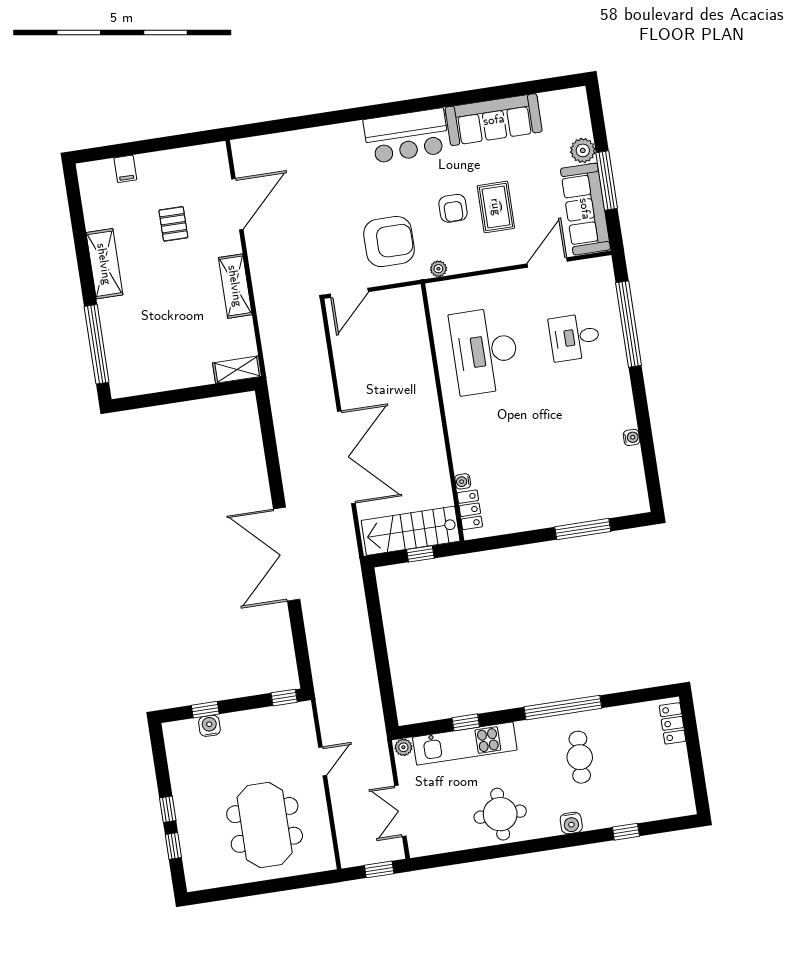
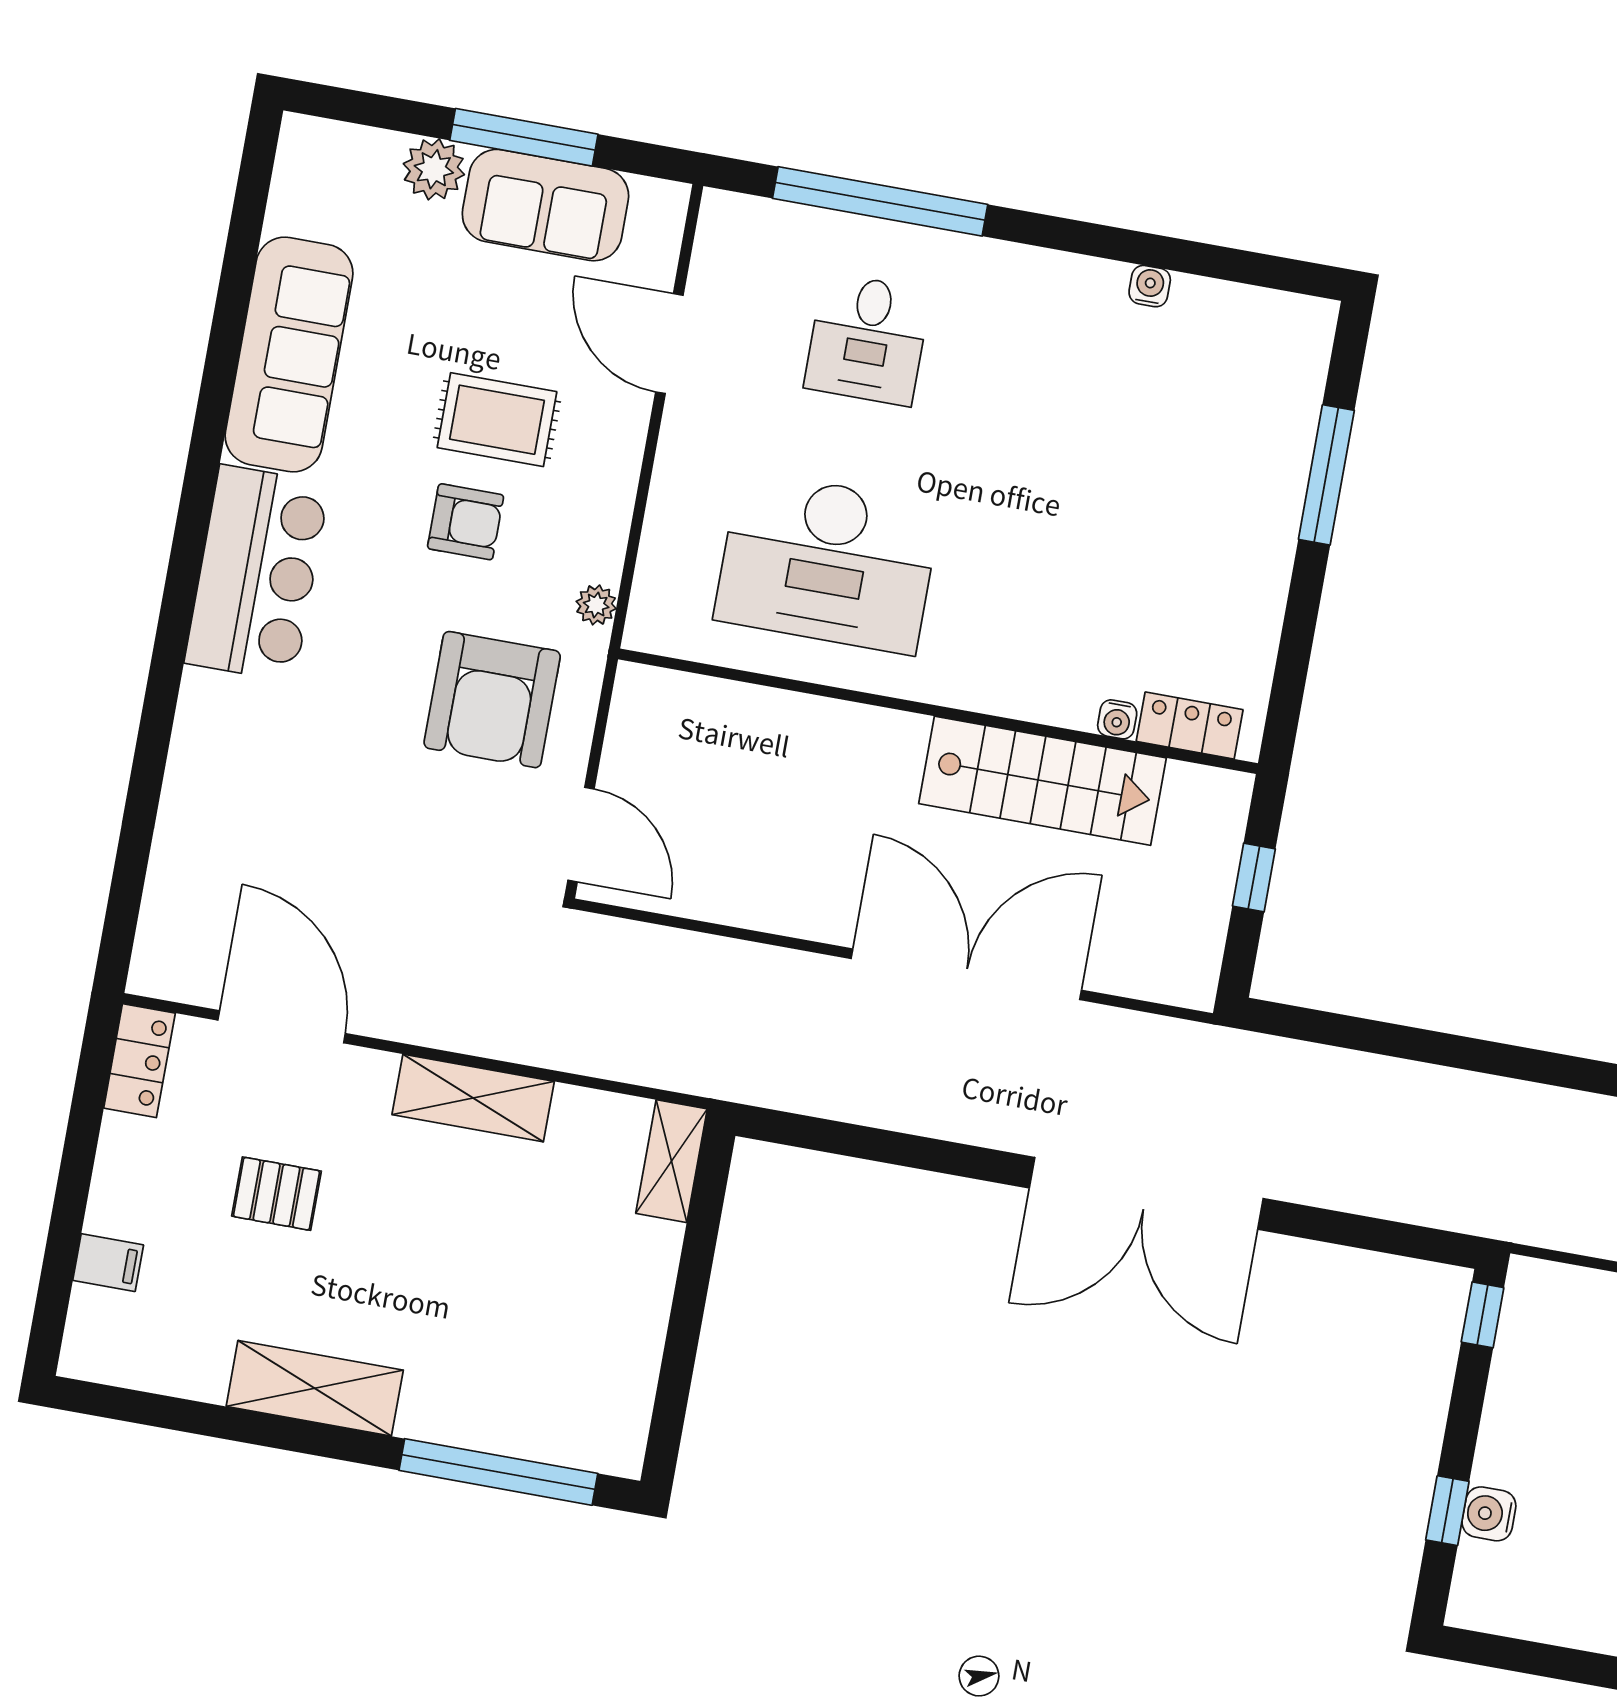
locker: (206, 155) -> (139, 1061), added
sofa: (585, 209) -> (545, 205), width x0.73
armchair: (389, 242) -> (492, 700), turned 180
stairs: (411, 531) -> (1043, 781), moved, turned -90

